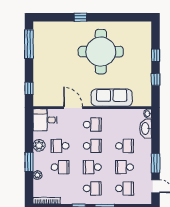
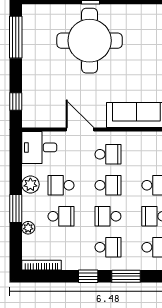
round table: (101, 52) -> (90, 41), moved

